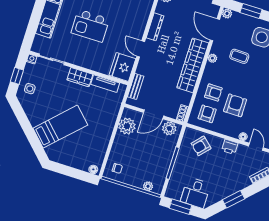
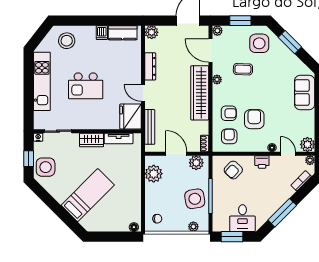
bench: (136, 86) -> (150, 127), width x1.36
side table: (30, 89) -> (46, 167), width x1.87, depth x1.87
door: (154, 114) -> (176, 154), swing flipped
side table: (157, 161) -> (195, 199), added
window: (234, 199) -> (282, 213), width x1.44

